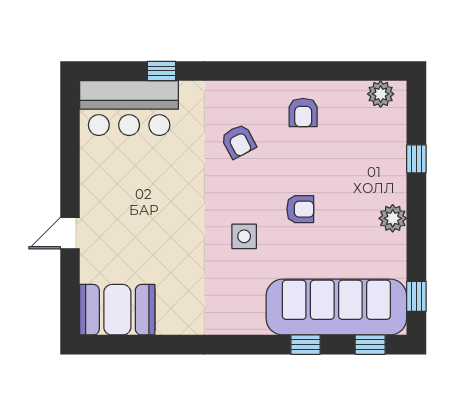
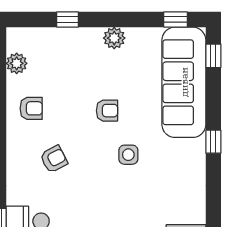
plant: (381, 94) -> (17, 63), moved
armchair: (300, 209) -> (107, 111), turned 90
window: (306, 345) -> (213, 142), moved

